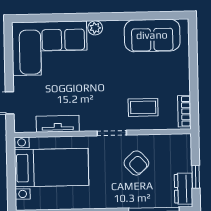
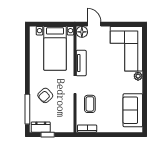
floor lamp: (23, 123) -> (82, 32), added
tv unit: (58, 124) -> (81, 63), moved
armchair: (136, 163) -> (45, 95), moved

